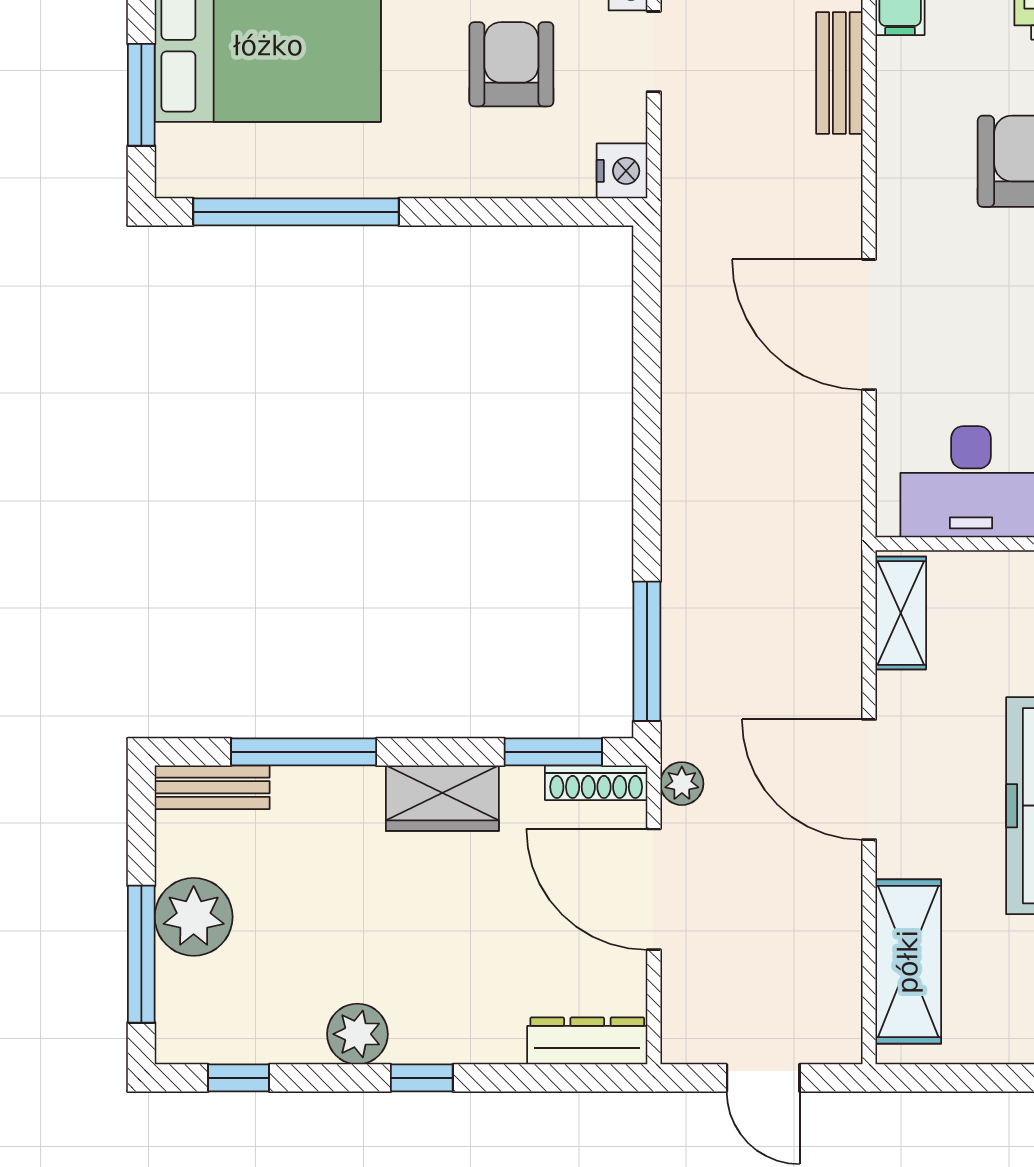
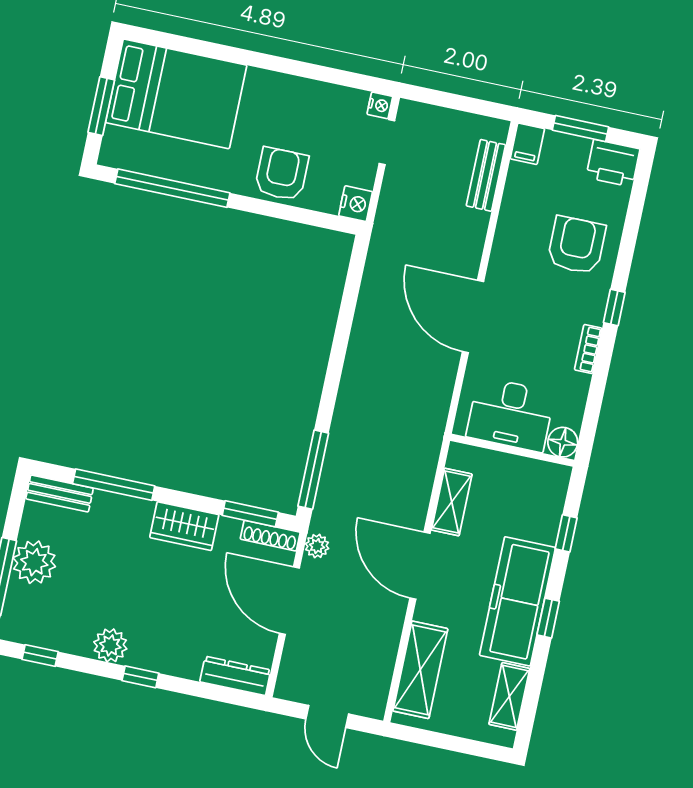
armchair: (511, 64) -> (282, 174), moved
shelving: (901, 613) -> (452, 502), moved

